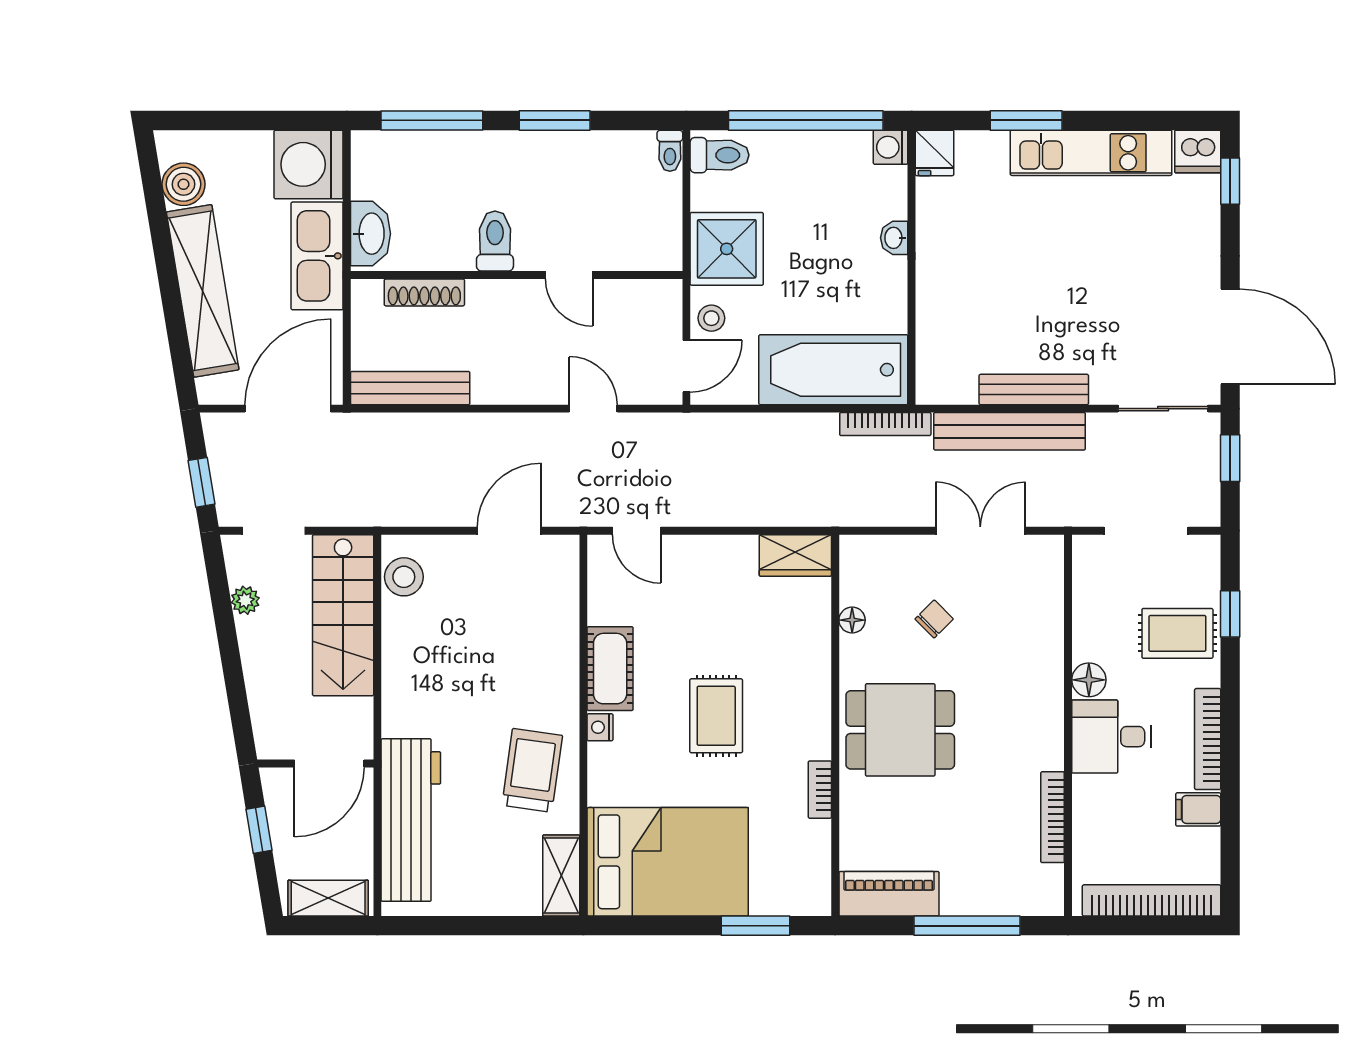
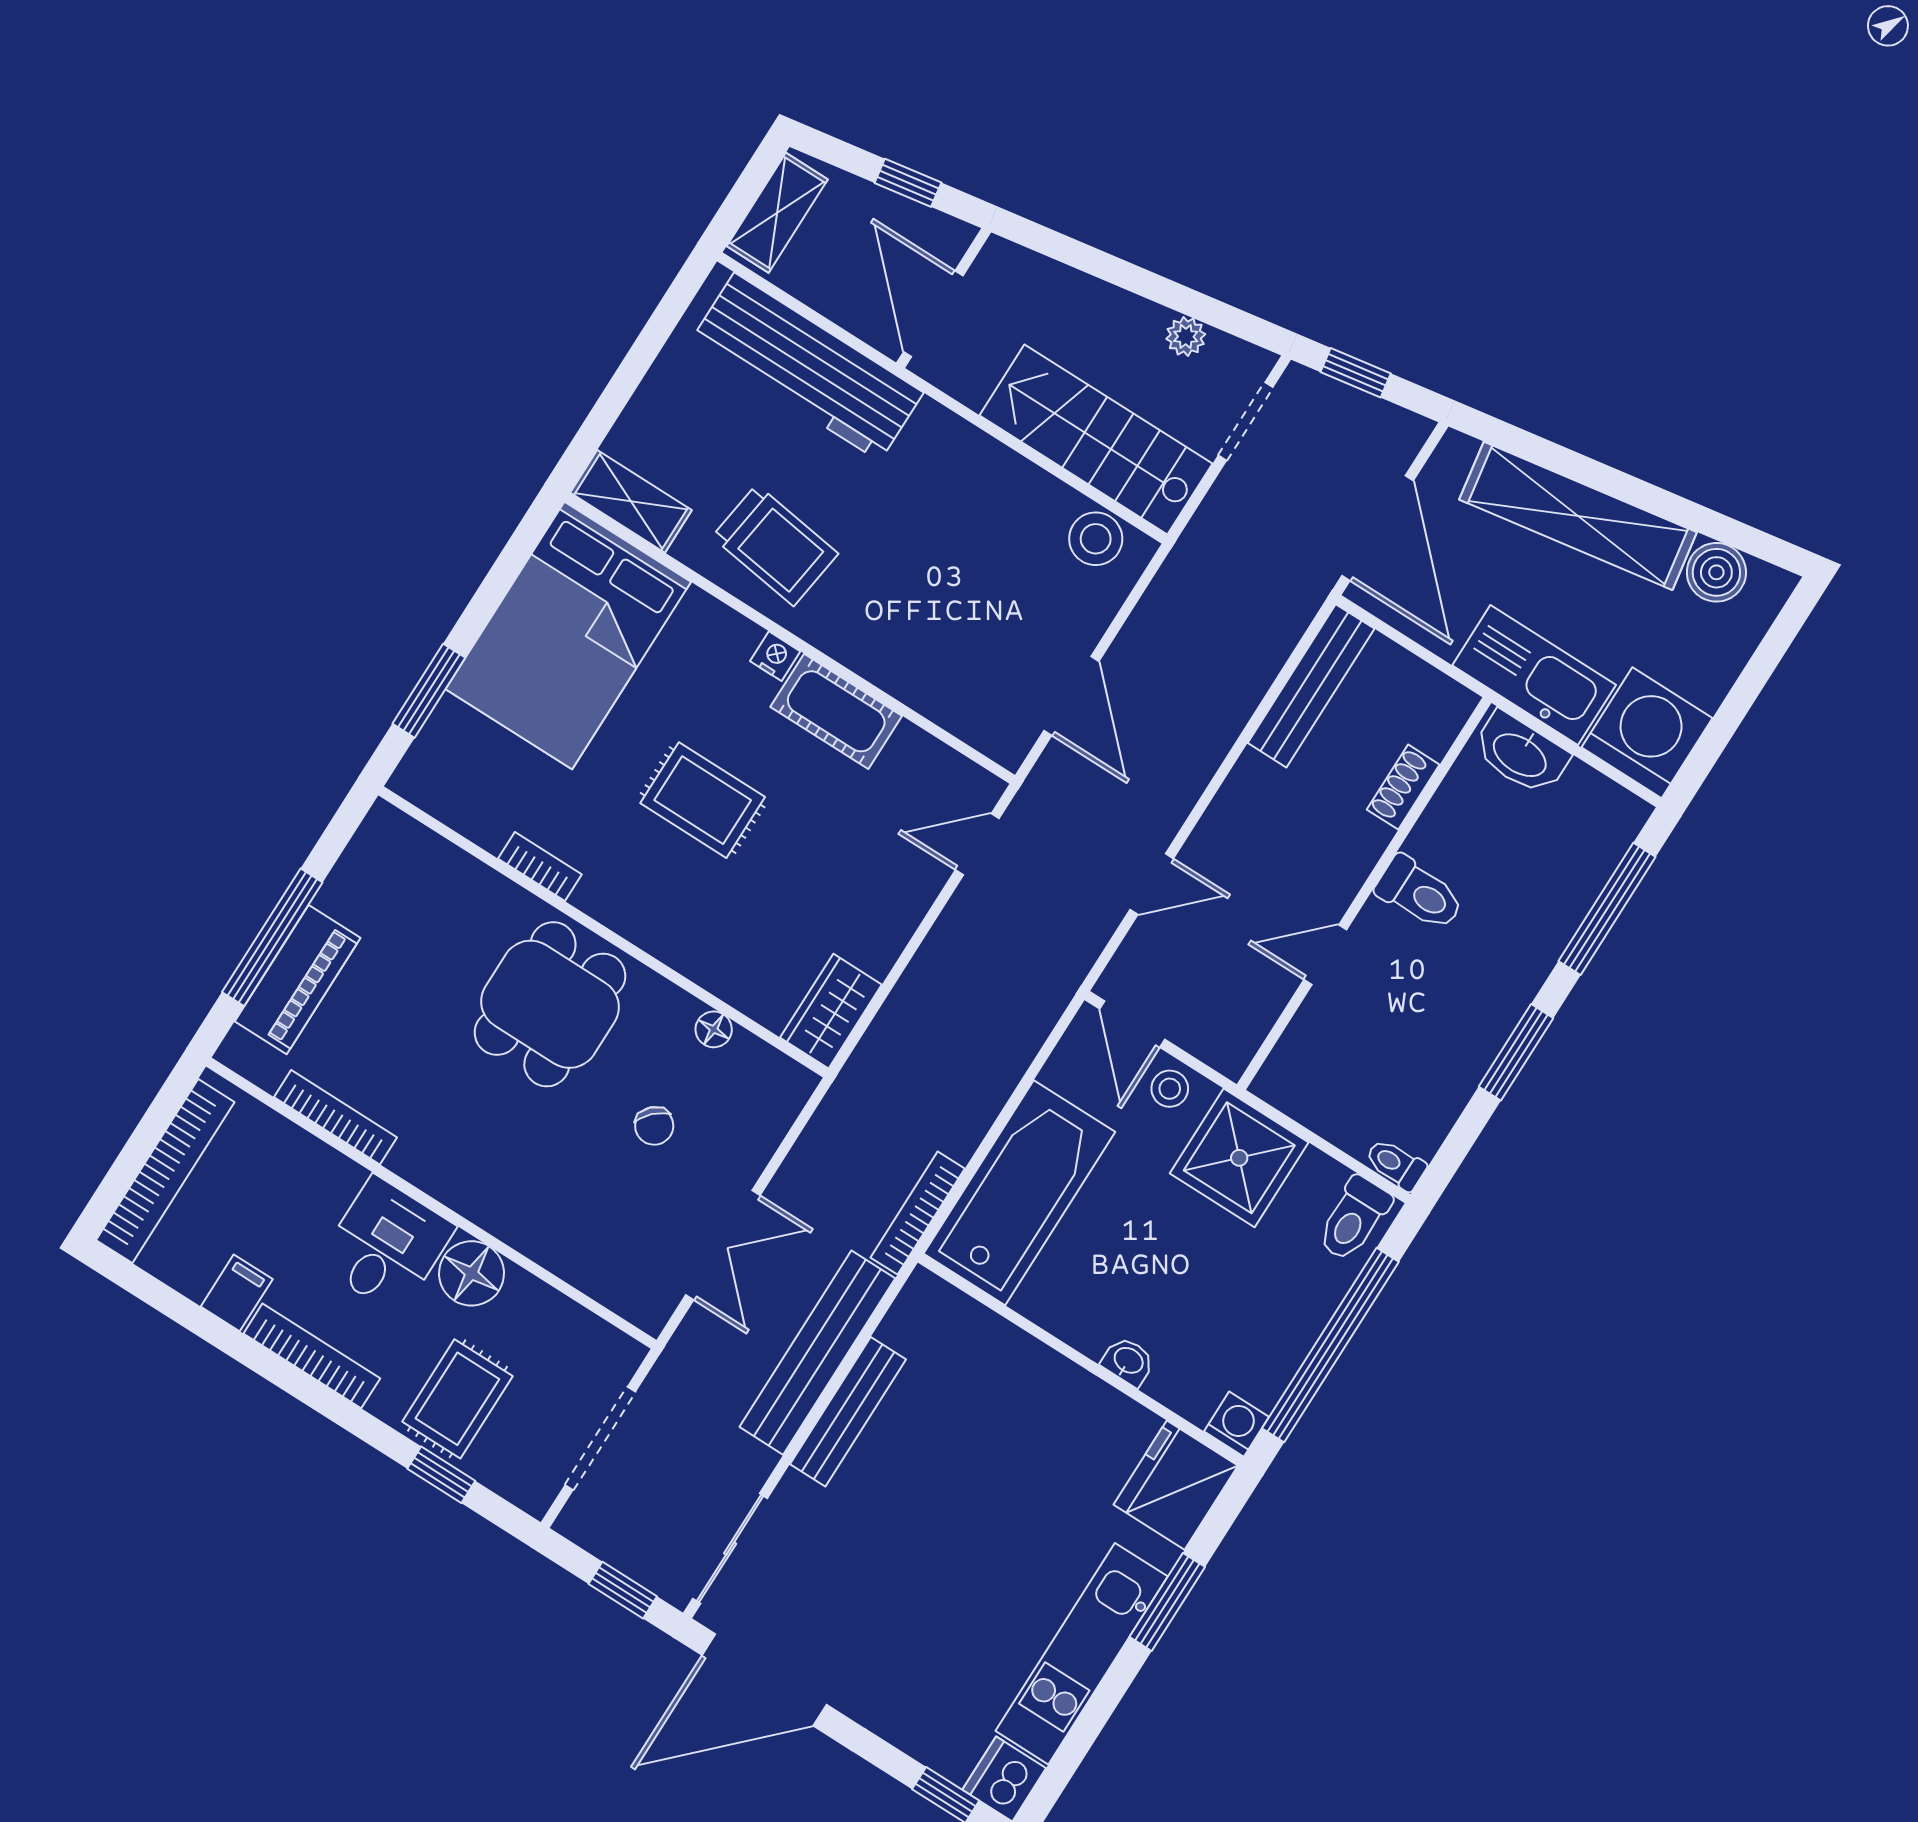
fridge: (935, 153) -> (1176, 1485), width x1.88, depth x1.34
shoe rack: (424, 292) -> (1403, 787), width x0.70
floor lamp: (1089, 680) -> (472, 1273), width x1.38, depth x1.38
piano: (889, 894) -> (298, 980), moved

